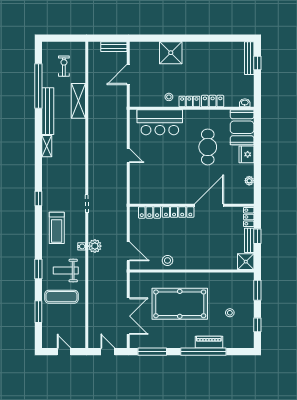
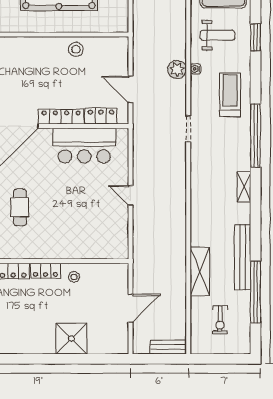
bench: (114, 47) -> (168, 347), moved
bar counter: (160, 122) -> (84, 146), moved, turned 180
shelving: (47, 146) -> (244, 187), moved
cafe table: (208, 147) -> (20, 207), width x0.73, depth x0.74
window: (38, 198) -> (255, 136), width x3.17
door: (128, 251) -> (130, 89), moved

